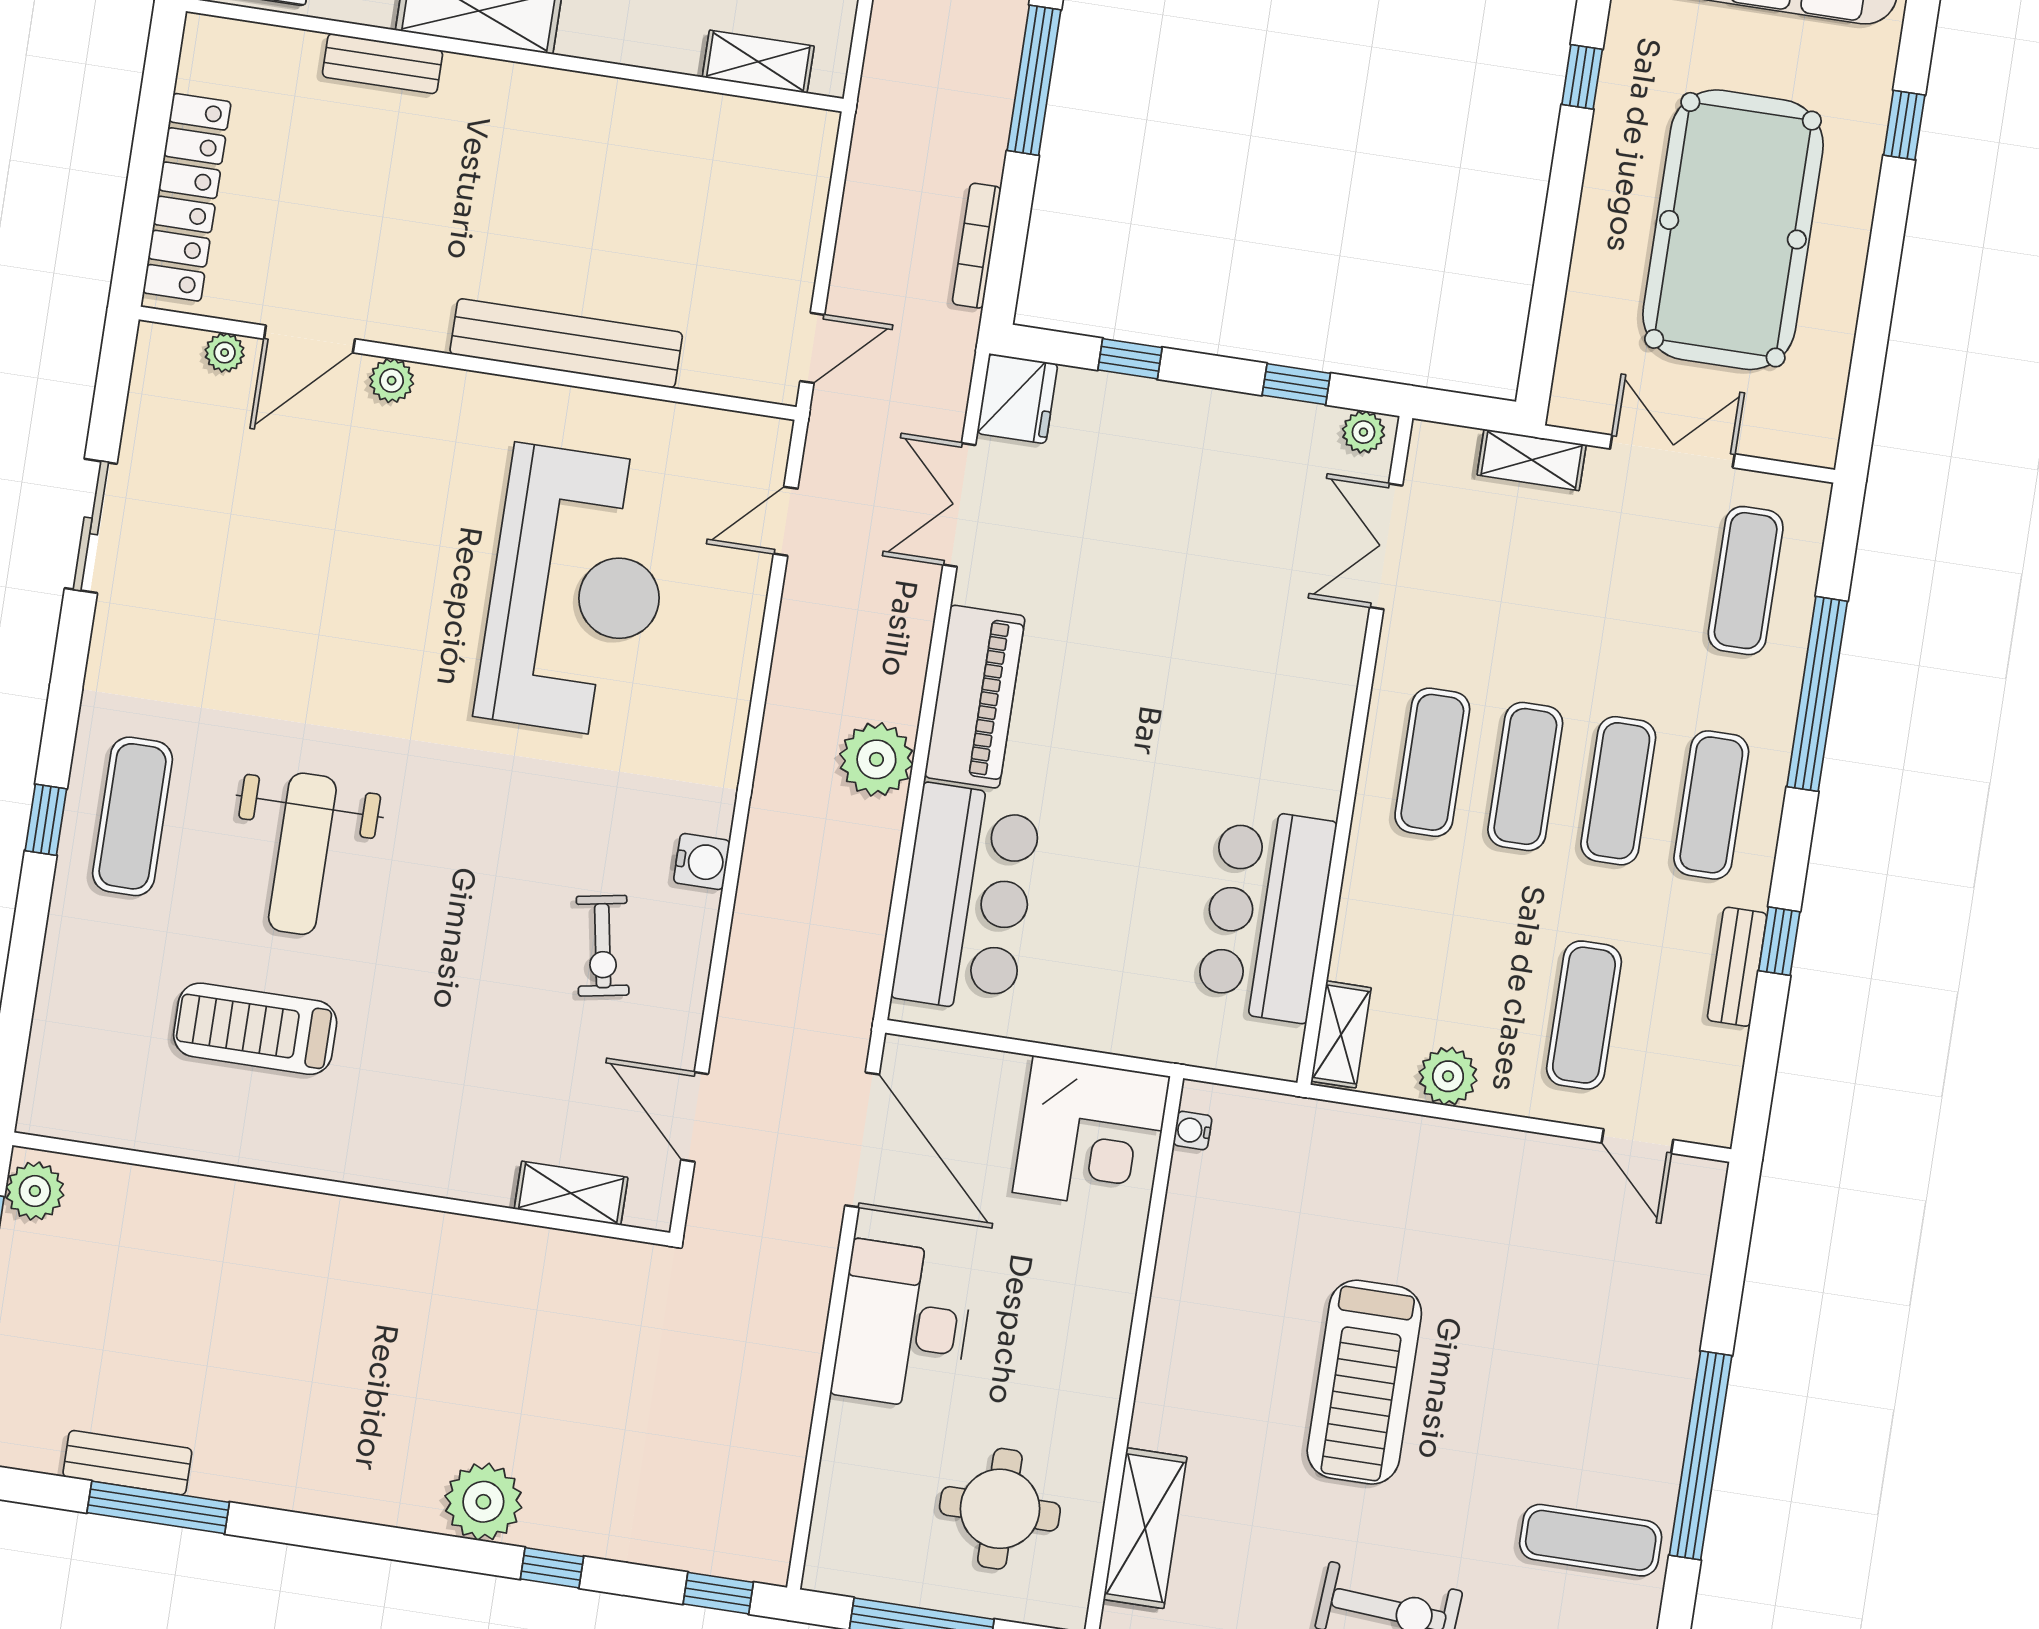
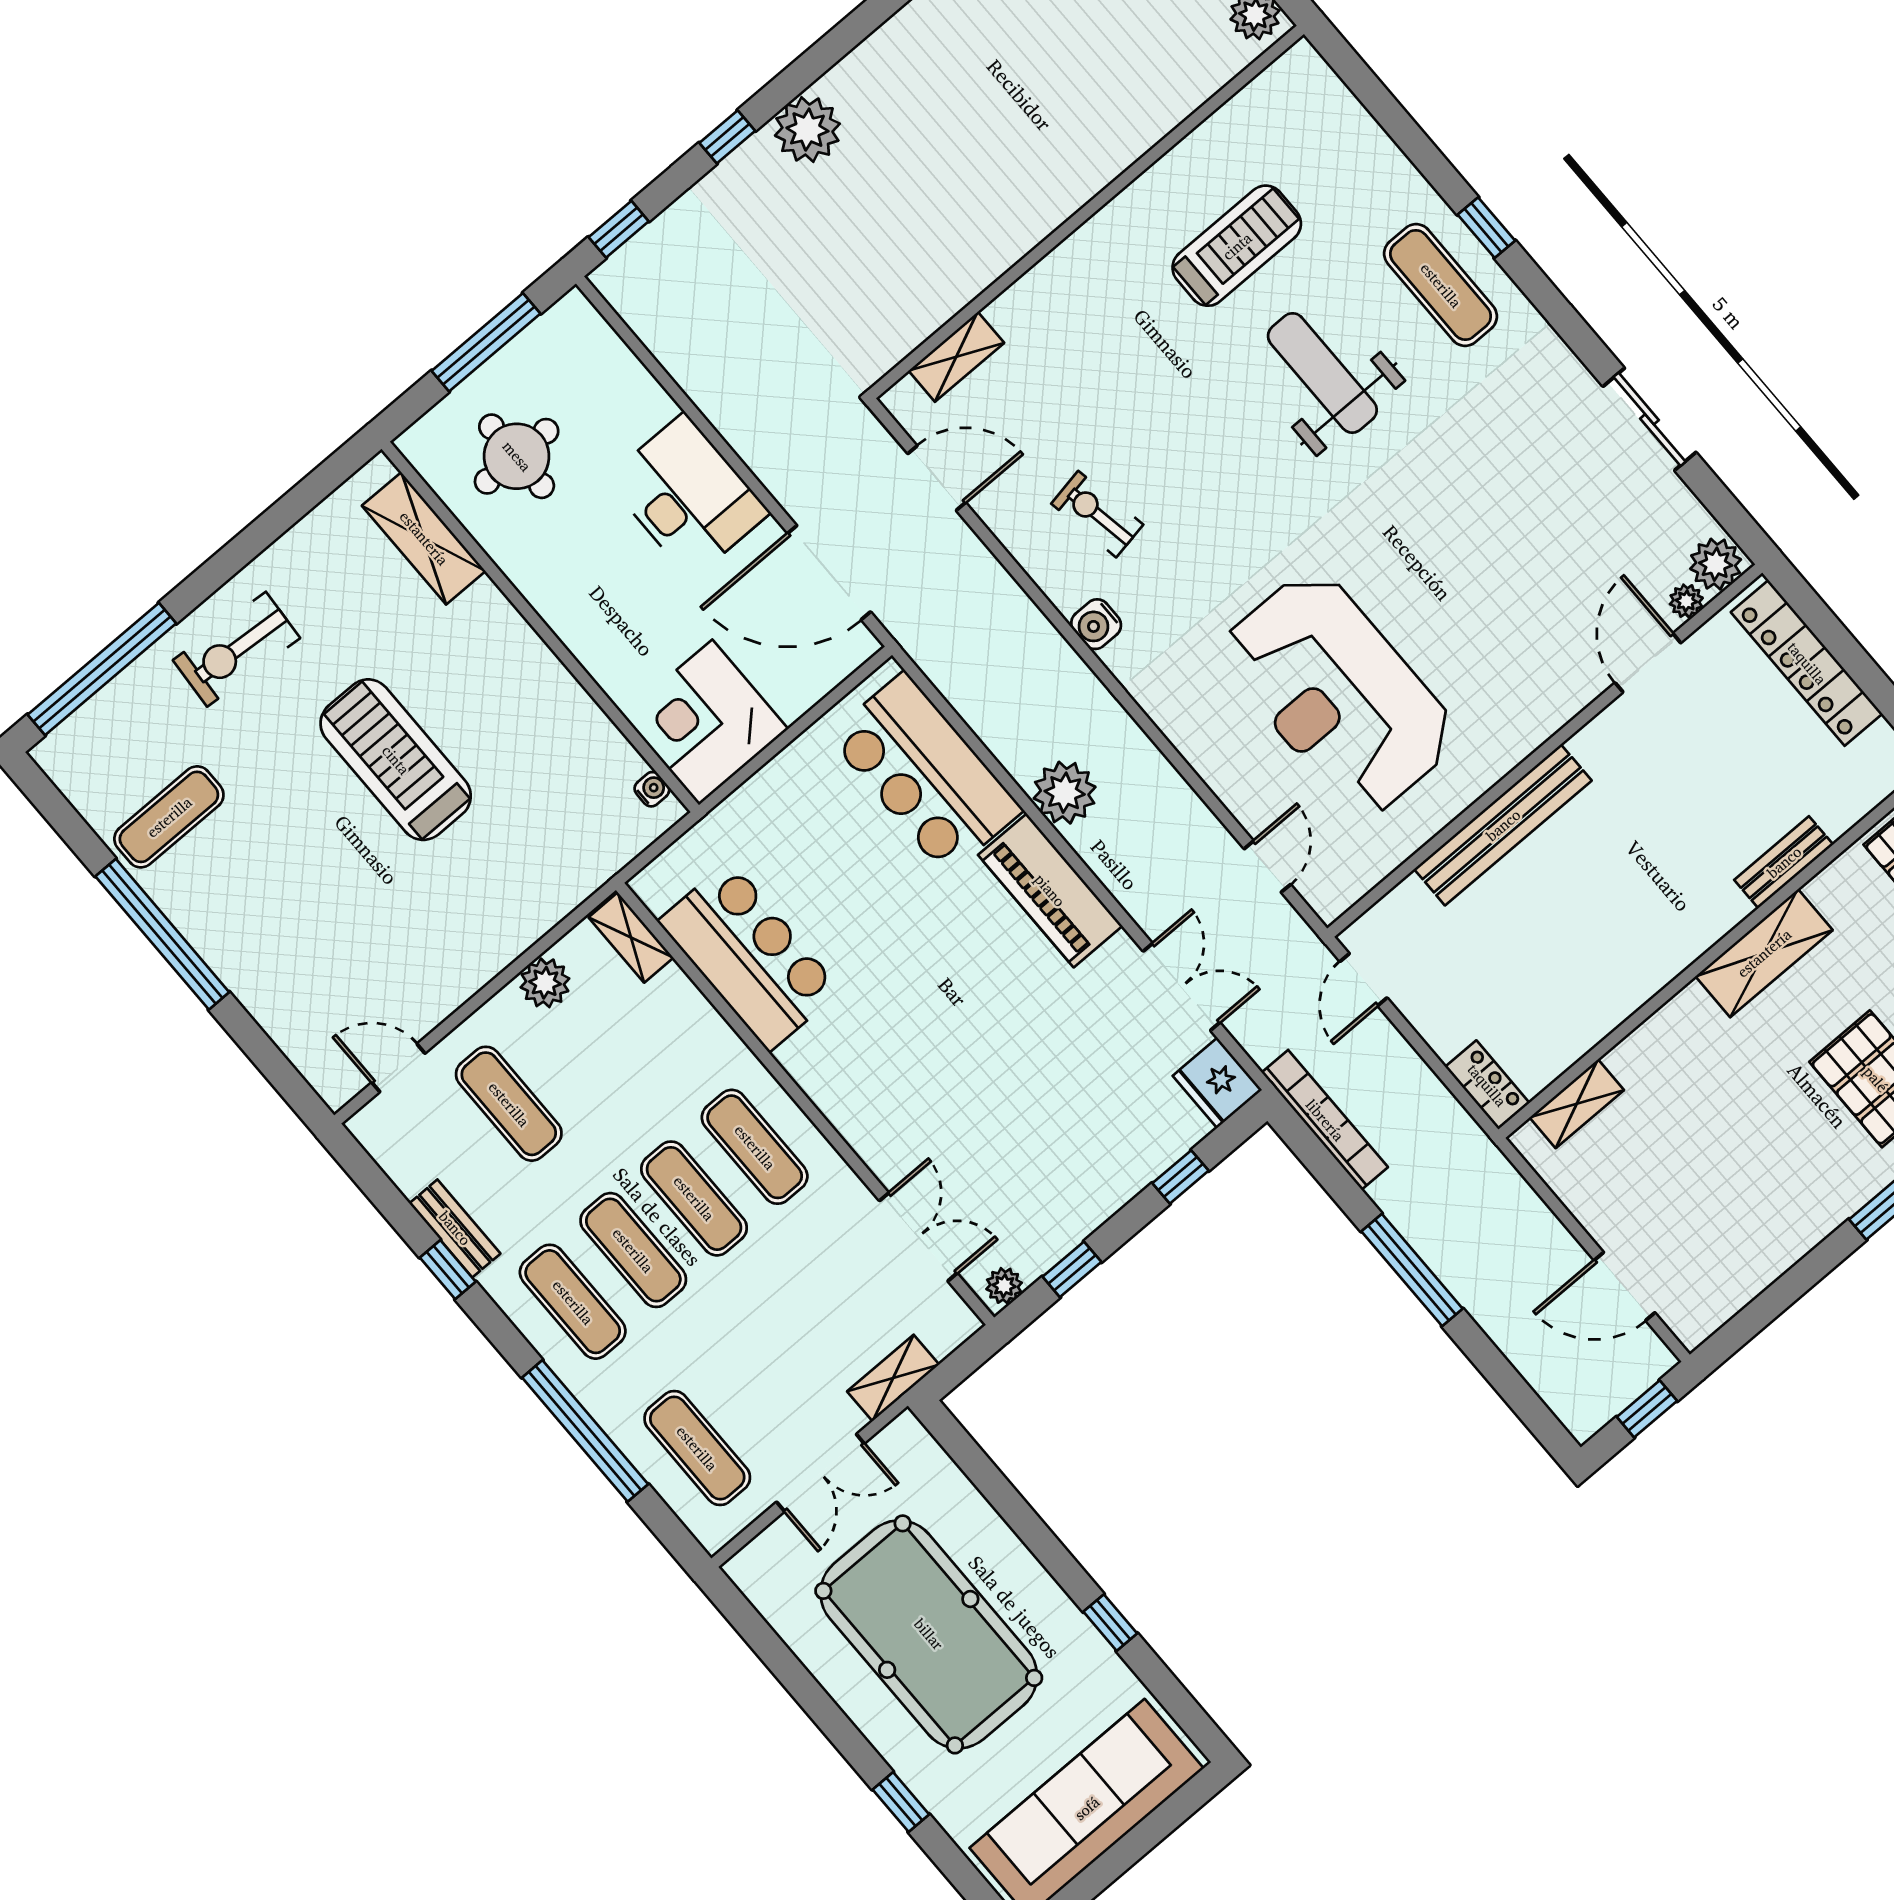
locker: (810, 156) -> (1487, 1085), added
bookcase: (977, 246) -> (1325, 1120), width x1.48, depth x1.31
plant: (392, 381) -> (1716, 564), moved, width x1.38, depth x1.38

